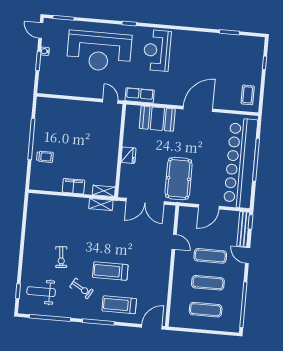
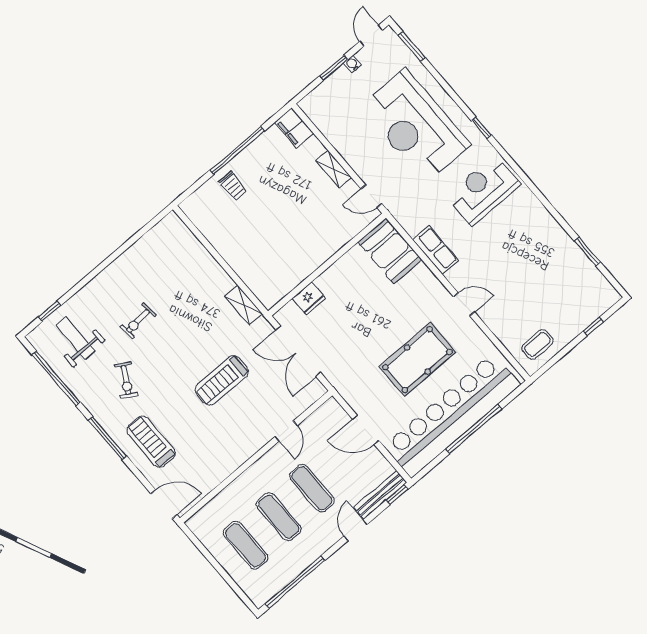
row of seats: (140, 95) -> (436, 250), moved
door: (110, 101) -> (371, 196), swing flipped
door: (198, 109) -> (464, 304), width x0.53
booth: (157, 119) -> (390, 251), moved
fridge: (128, 155) -> (309, 298), moved
pool table: (179, 179) -> (417, 360), moved
filing cabinet: (73, 186) -> (294, 128), moved, turned 180
shelving: (104, 191) -> (334, 169), moved
treadmill: (110, 271) -> (222, 380), moved, turned -90

